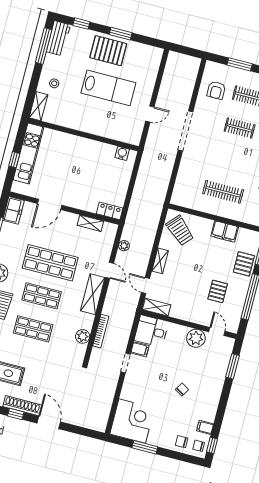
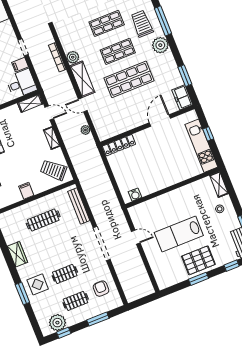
door: (150, 114) -> (136, 237), swing flipped
bench: (181, 181) -> (79, 206), added
locker: (110, 211) -> (119, 145), width x1.53
shelving: (90, 223) -> (121, 128), removed
filing cabinet: (225, 231) -> (26, 191), width x0.50
plant: (83, 336) -> (73, 57), moved

